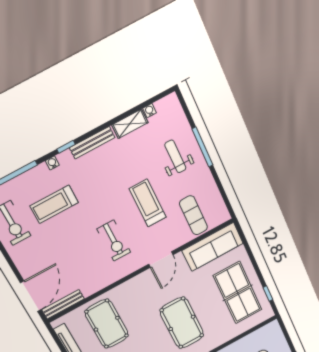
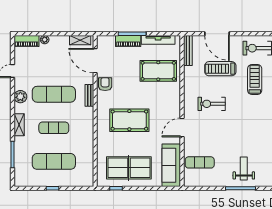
weight bench: (175, 156) -> (244, 168), turned -90
treadmill: (148, 203) -> (220, 69), moved, turned 180
door: (161, 260) -> (182, 127), hinge flipped
door: (31, 296) -> (217, 34), moved

